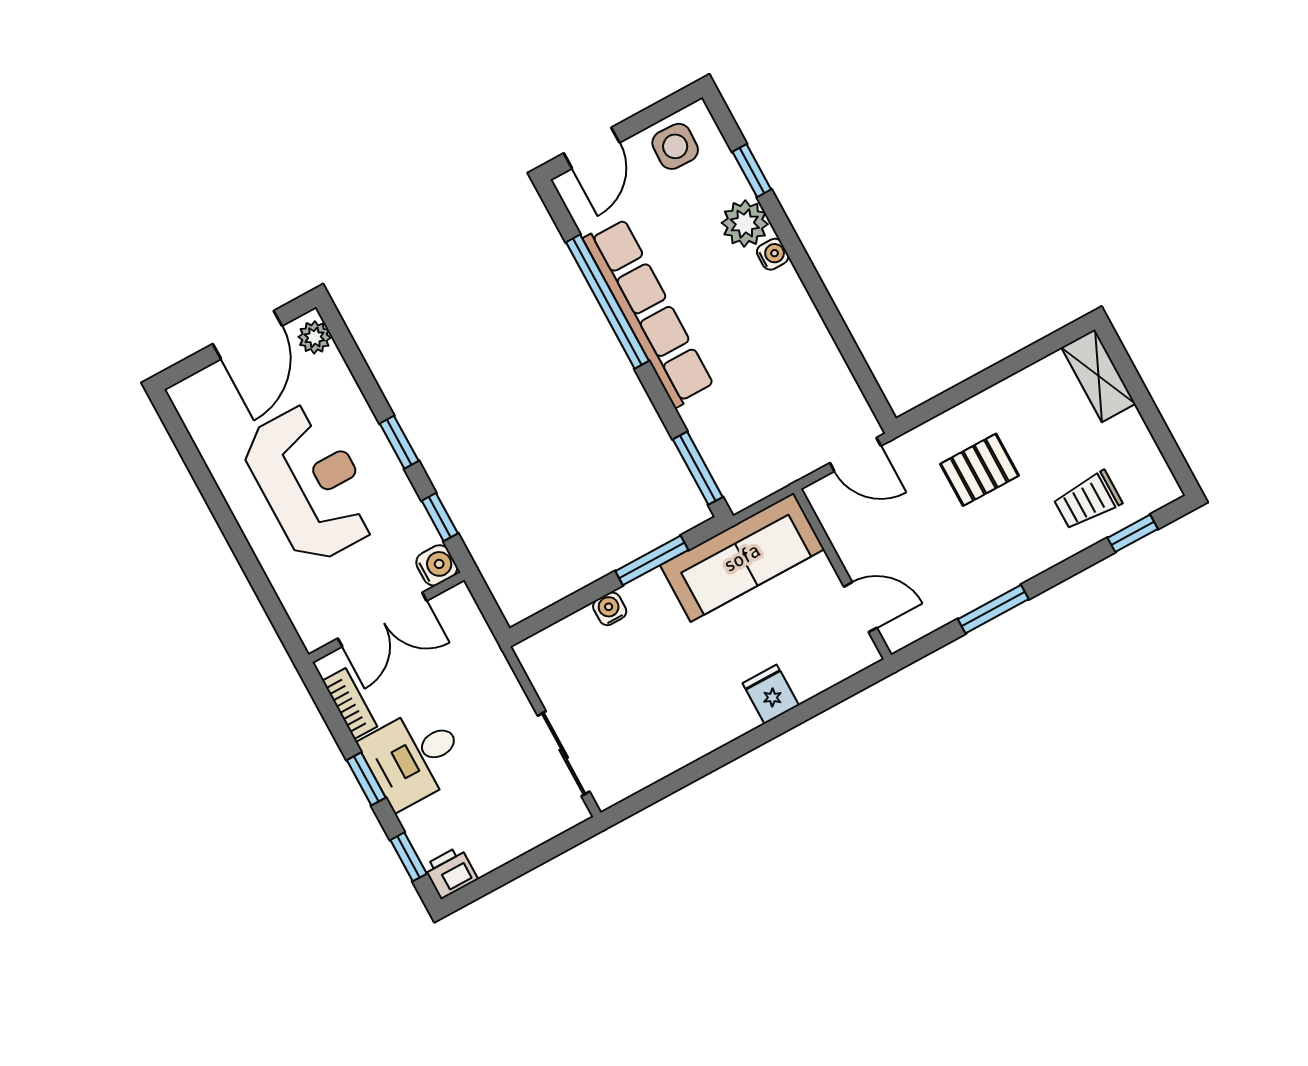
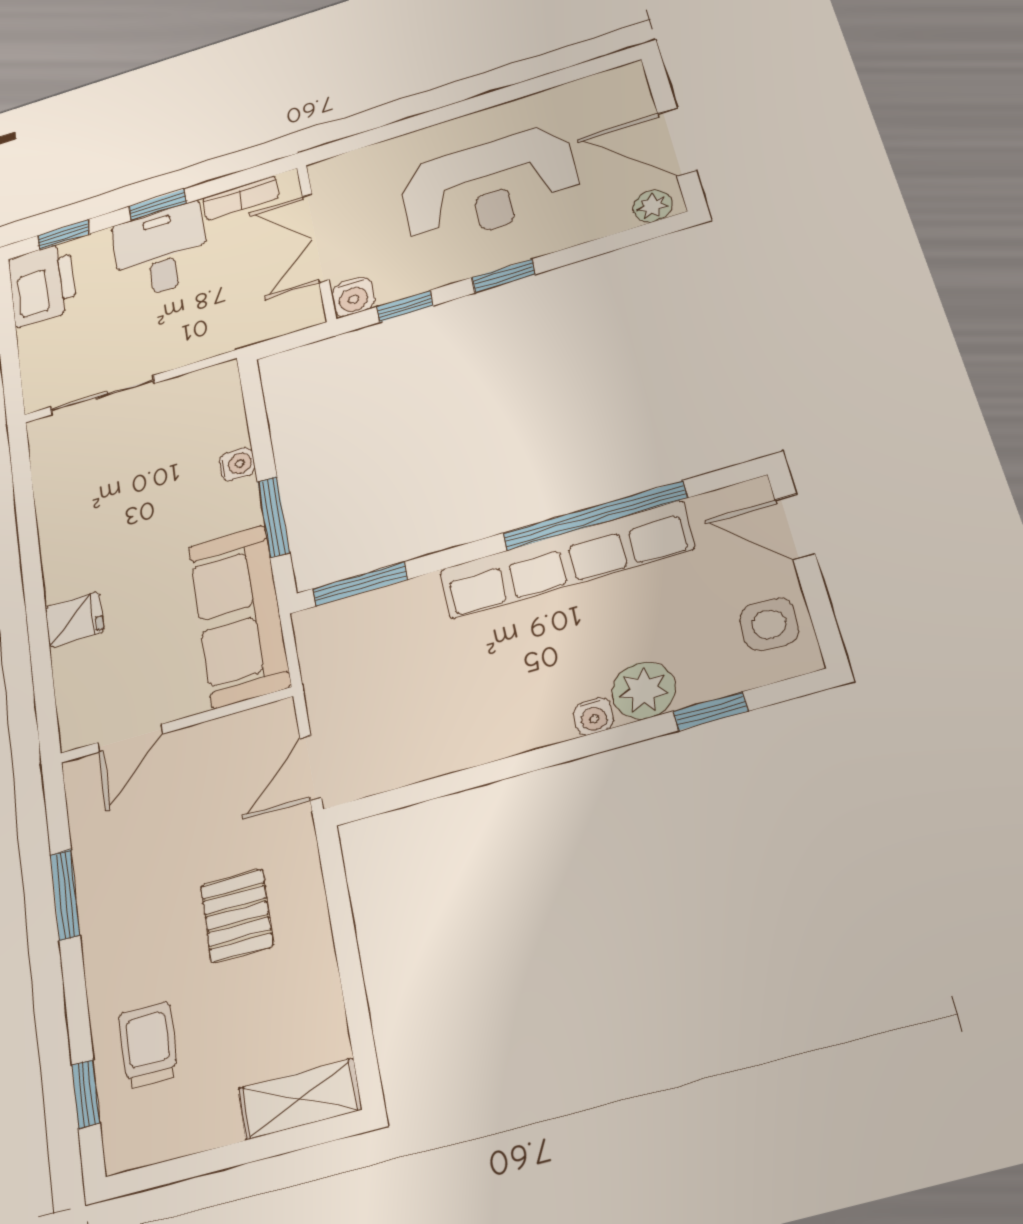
printer: (451, 873) -> (42, 284), width x1.87, depth x1.48

